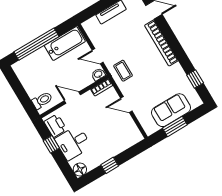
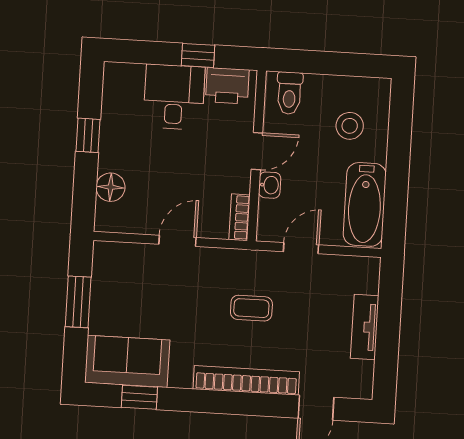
window: (36, 44) -> (399, 152), removed
stool: (39, 69) -> (350, 126), added
coffee table: (123, 71) -> (251, 308), moved
washbasin: (98, 74) -> (270, 185), moved
sofa: (171, 110) -> (127, 361), moved, turned -90
floor lamp: (80, 170) -> (111, 187), moved

